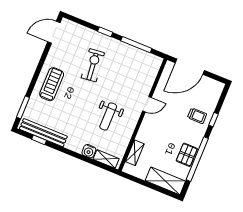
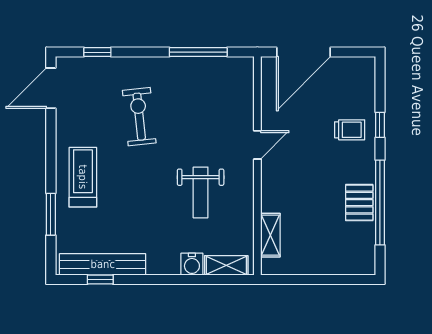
window: (105, 32) -> (97, 52), moved
window: (23, 107) -> (51, 214), moved
shelving: (165, 181) -> (341, 261), removed

